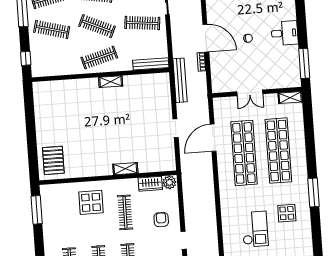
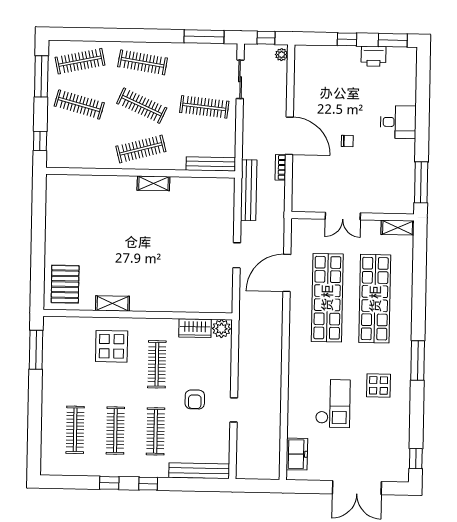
desk: (285, 33) -> (398, 122), moved
shelving: (125, 169) -> (113, 303), moved
armchair: (161, 220) -> (195, 399), moved, turned 180

